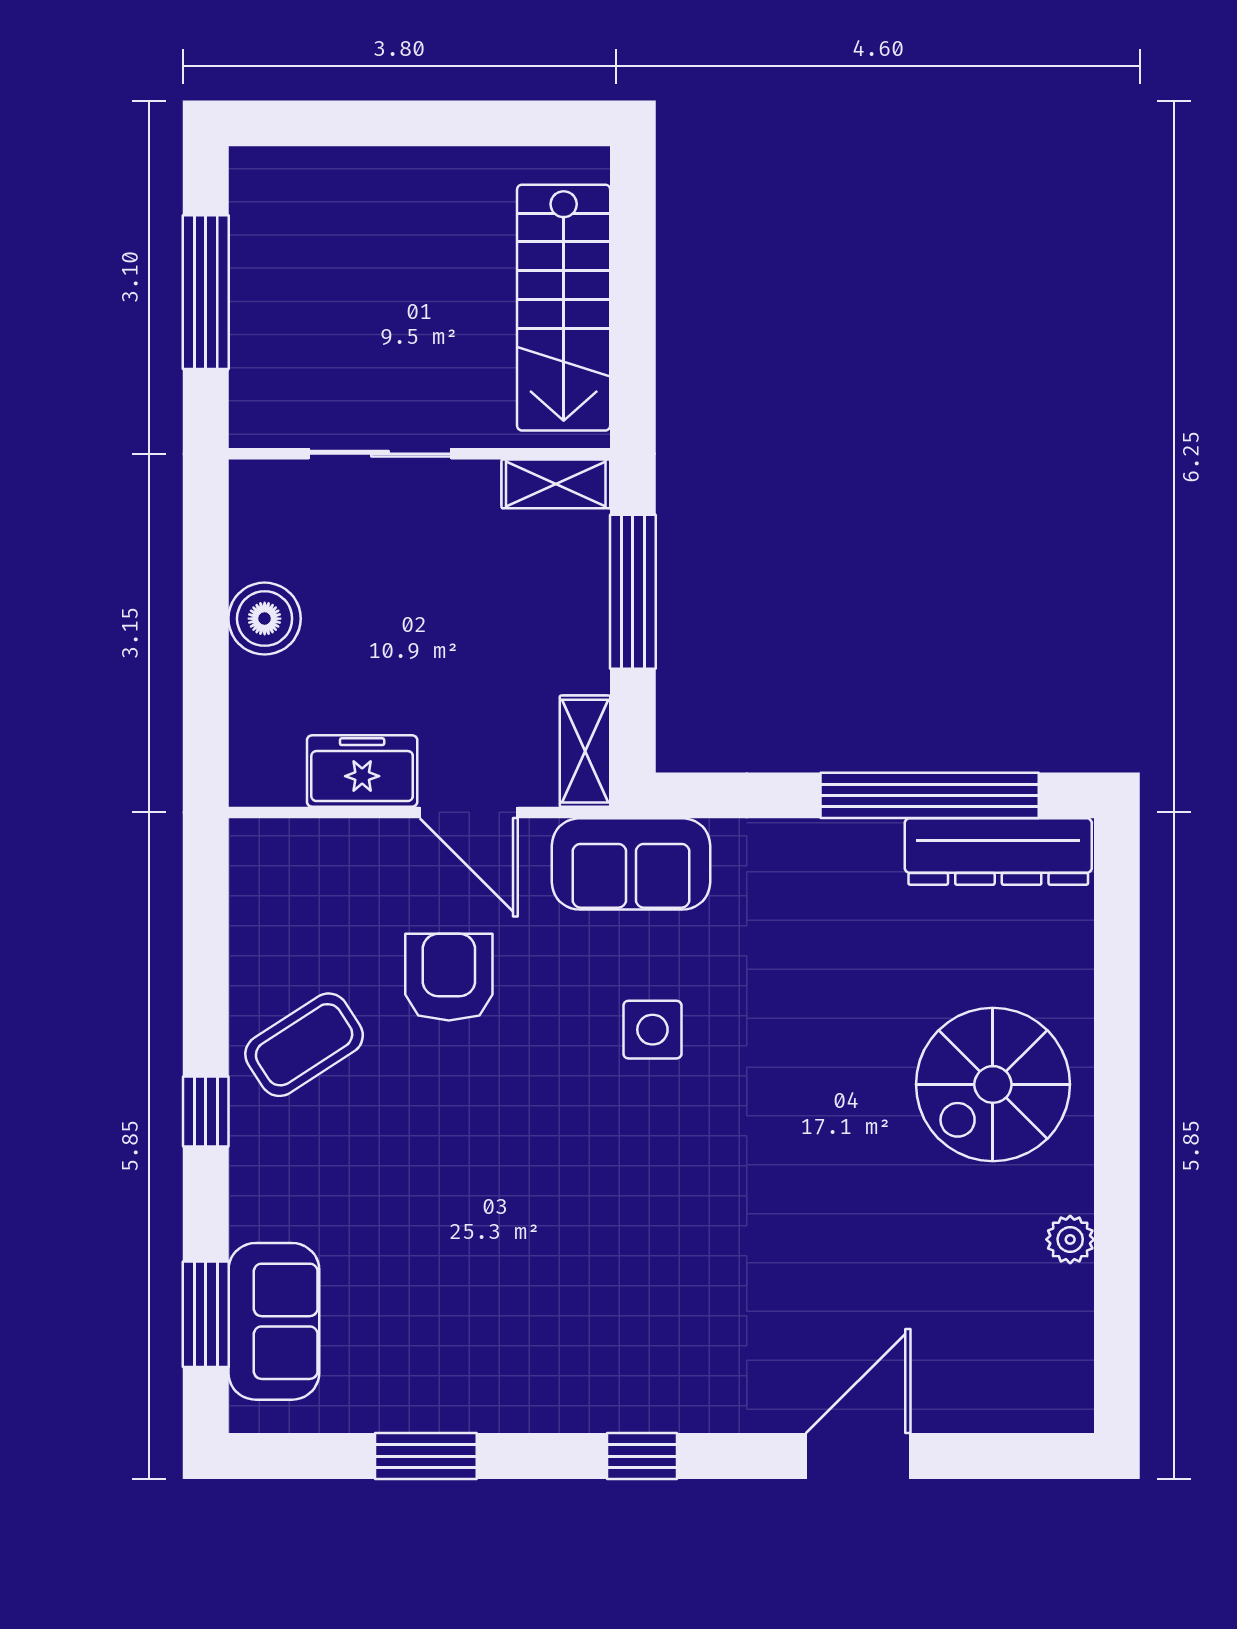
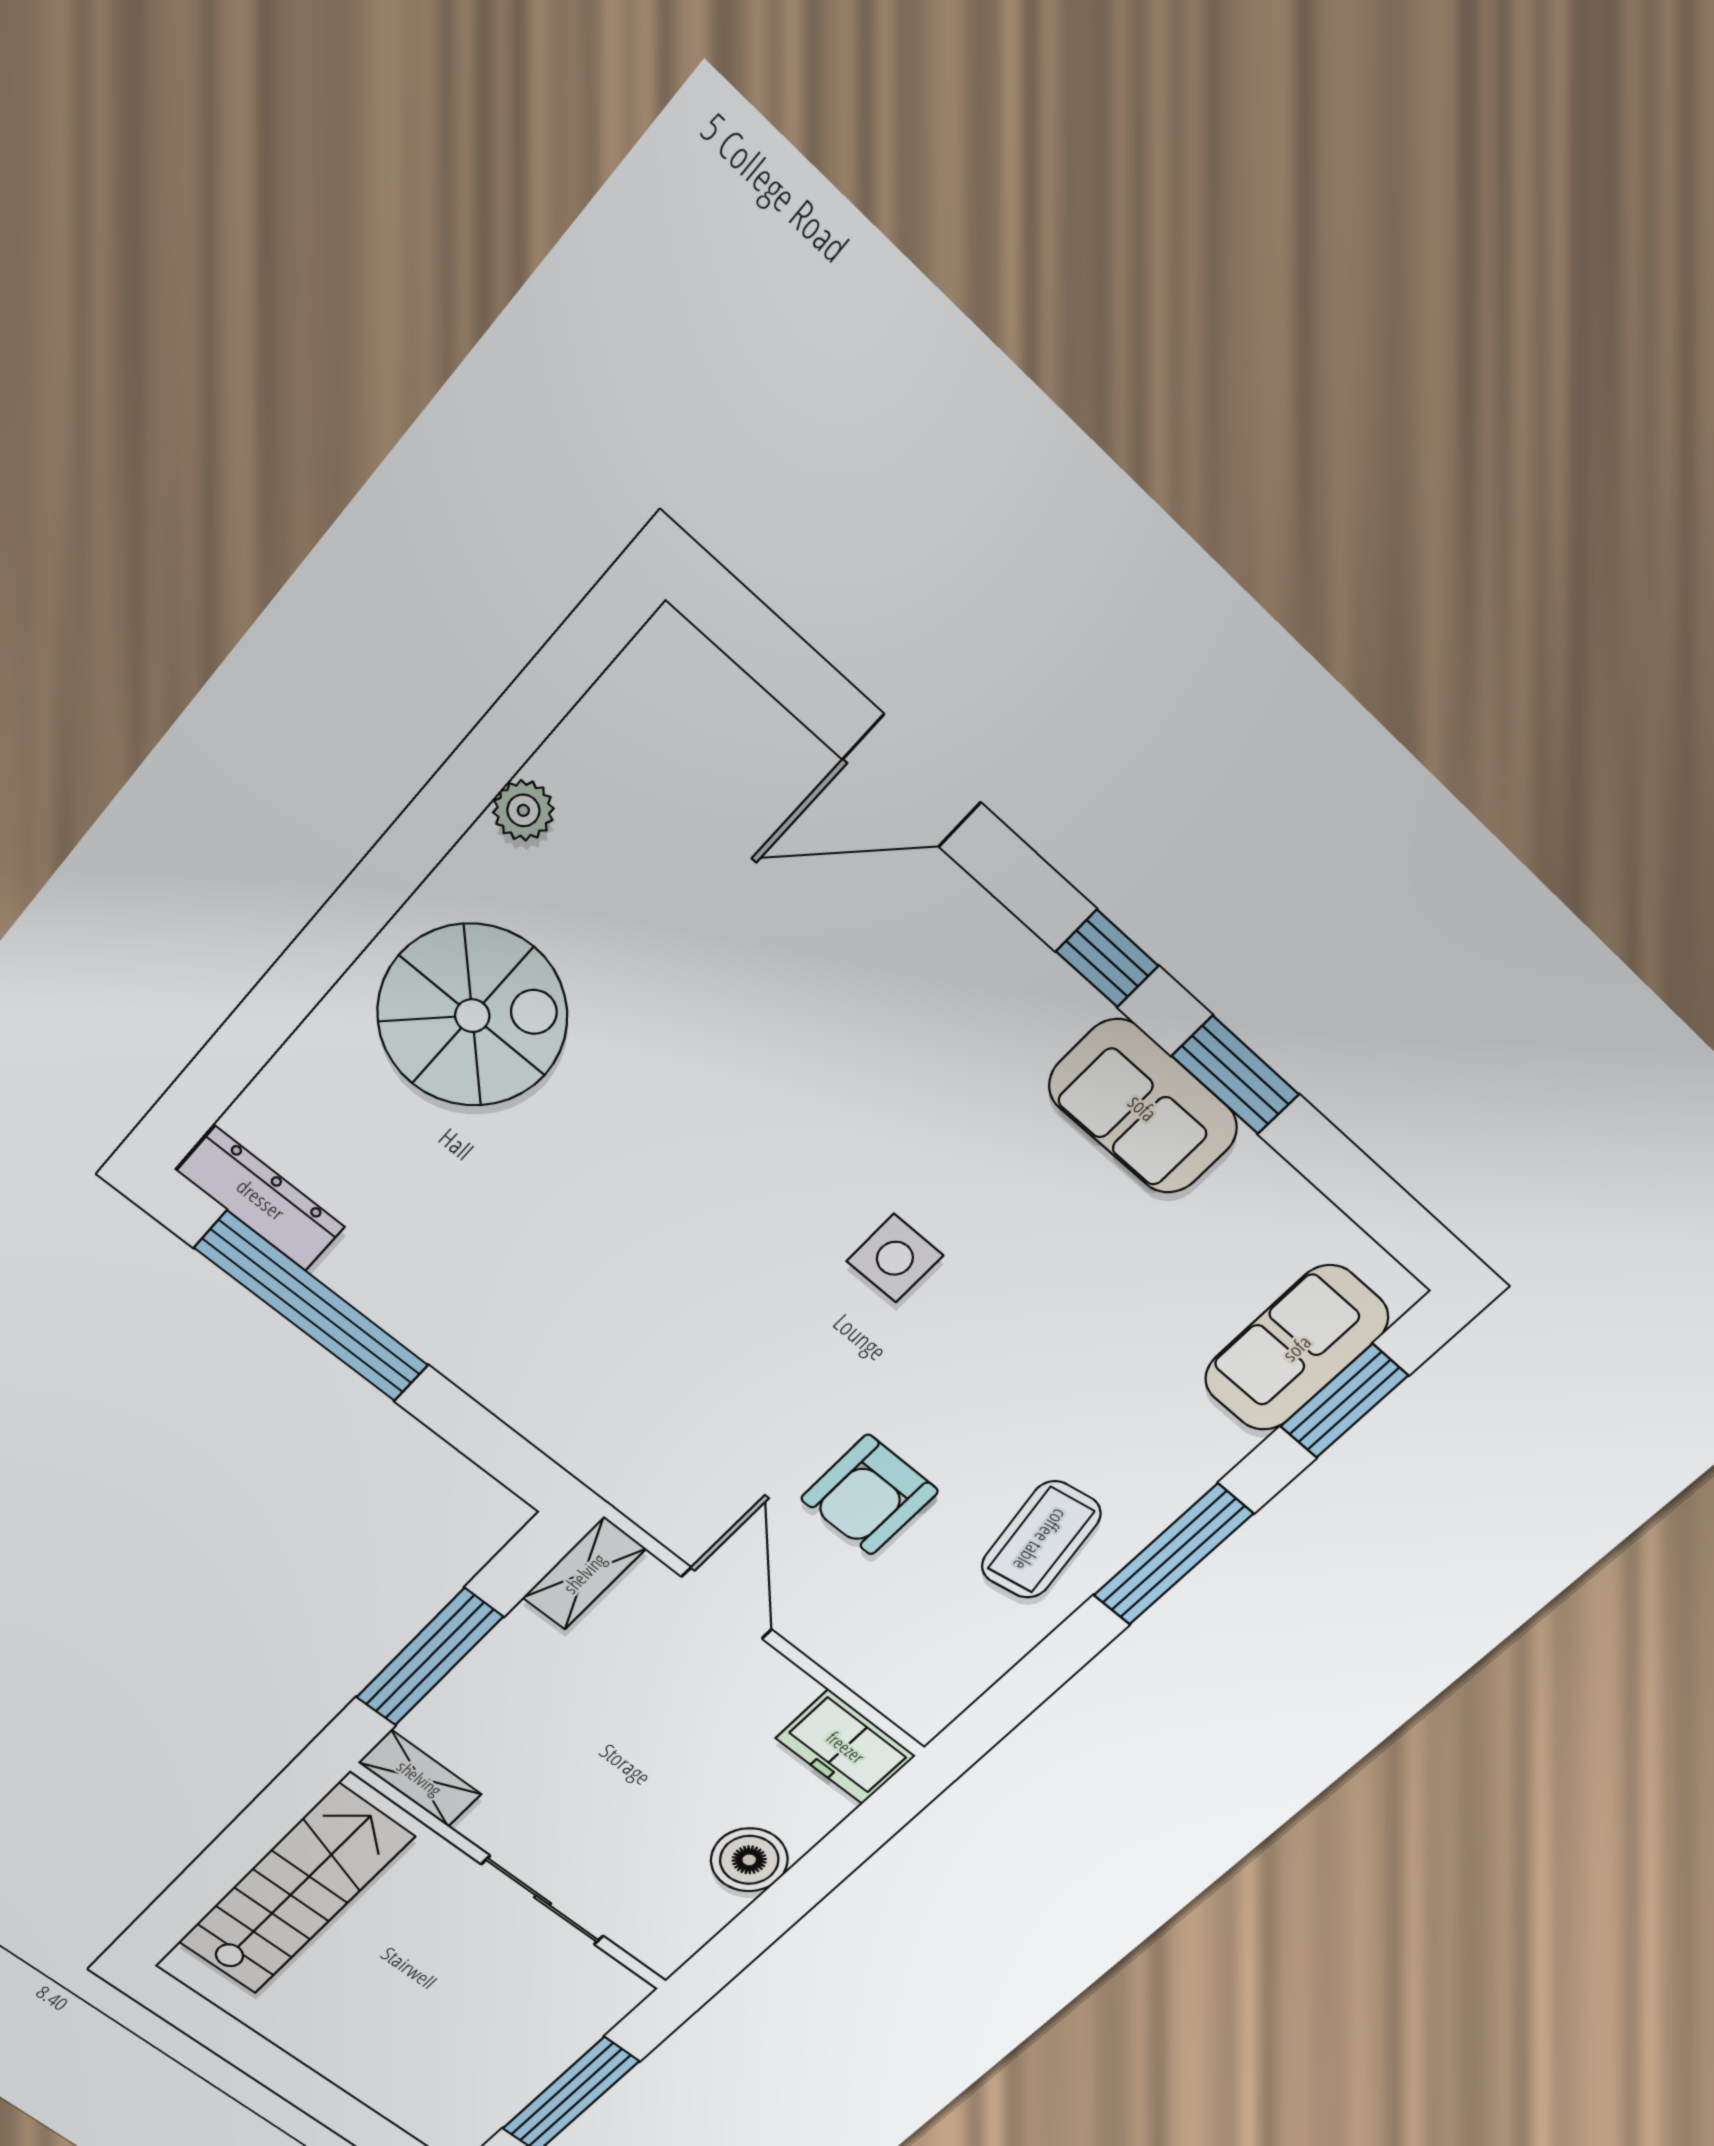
freezer: (362, 771) -> (846, 1747), moved
dresser: (998, 852) -> (261, 1199), width x0.73, depth x0.80
sofa: (631, 864) -> (1143, 1107), moved, turned 180
side table: (652, 1030) -> (895, 1258), moved
coffee table: (304, 1045) -> (1041, 1540), turned -67
window: (206, 1112) -> (1173, 1555), width x2.17
window: (426, 1456) -> (1235, 1075), moved

